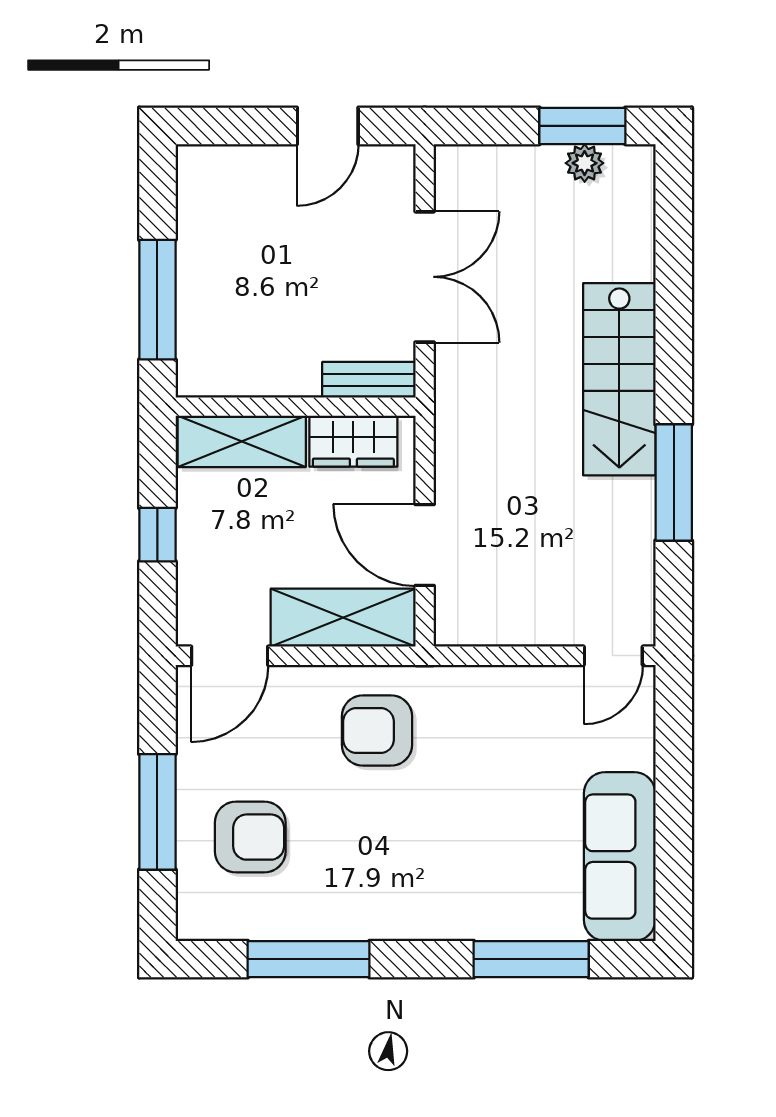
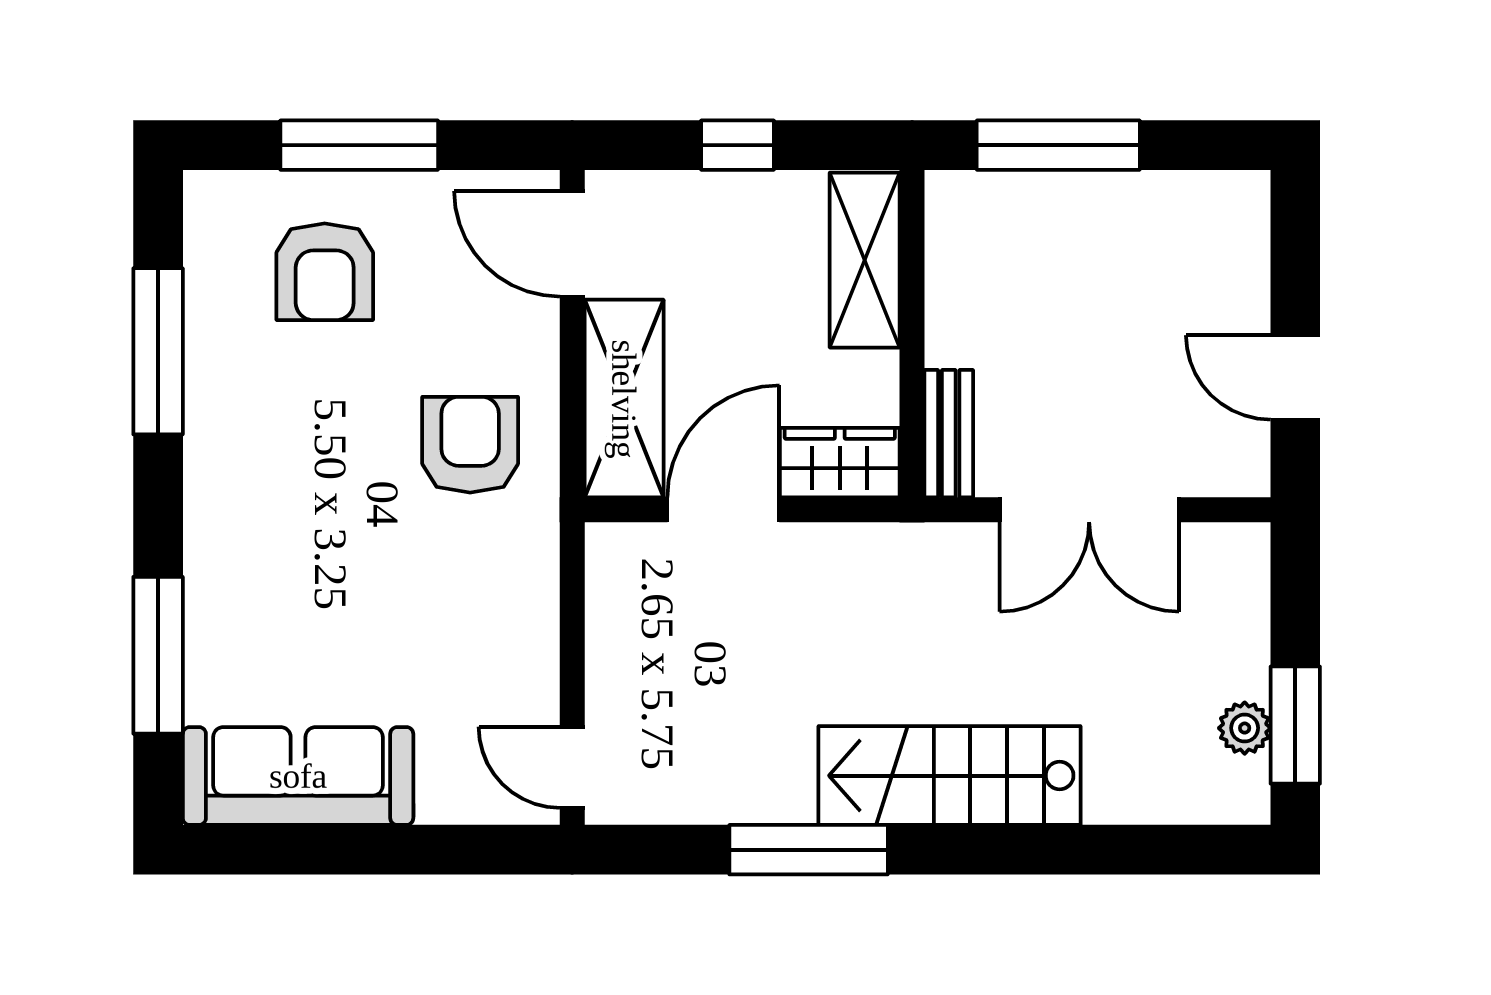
wardrobe: (353, 441) -> (840, 463), moved, turned 90

